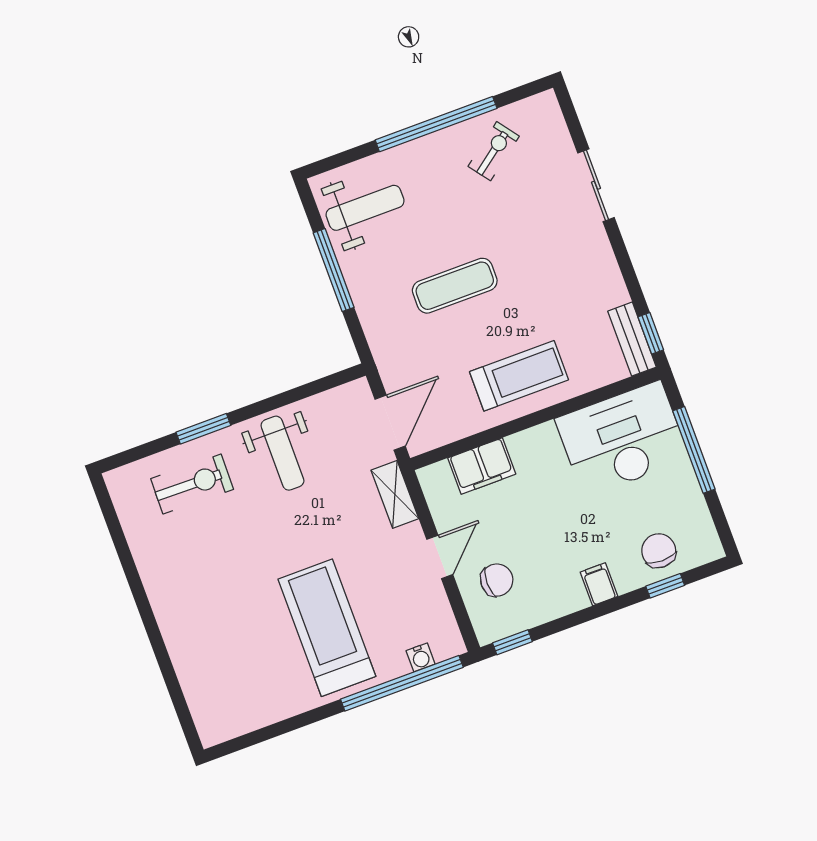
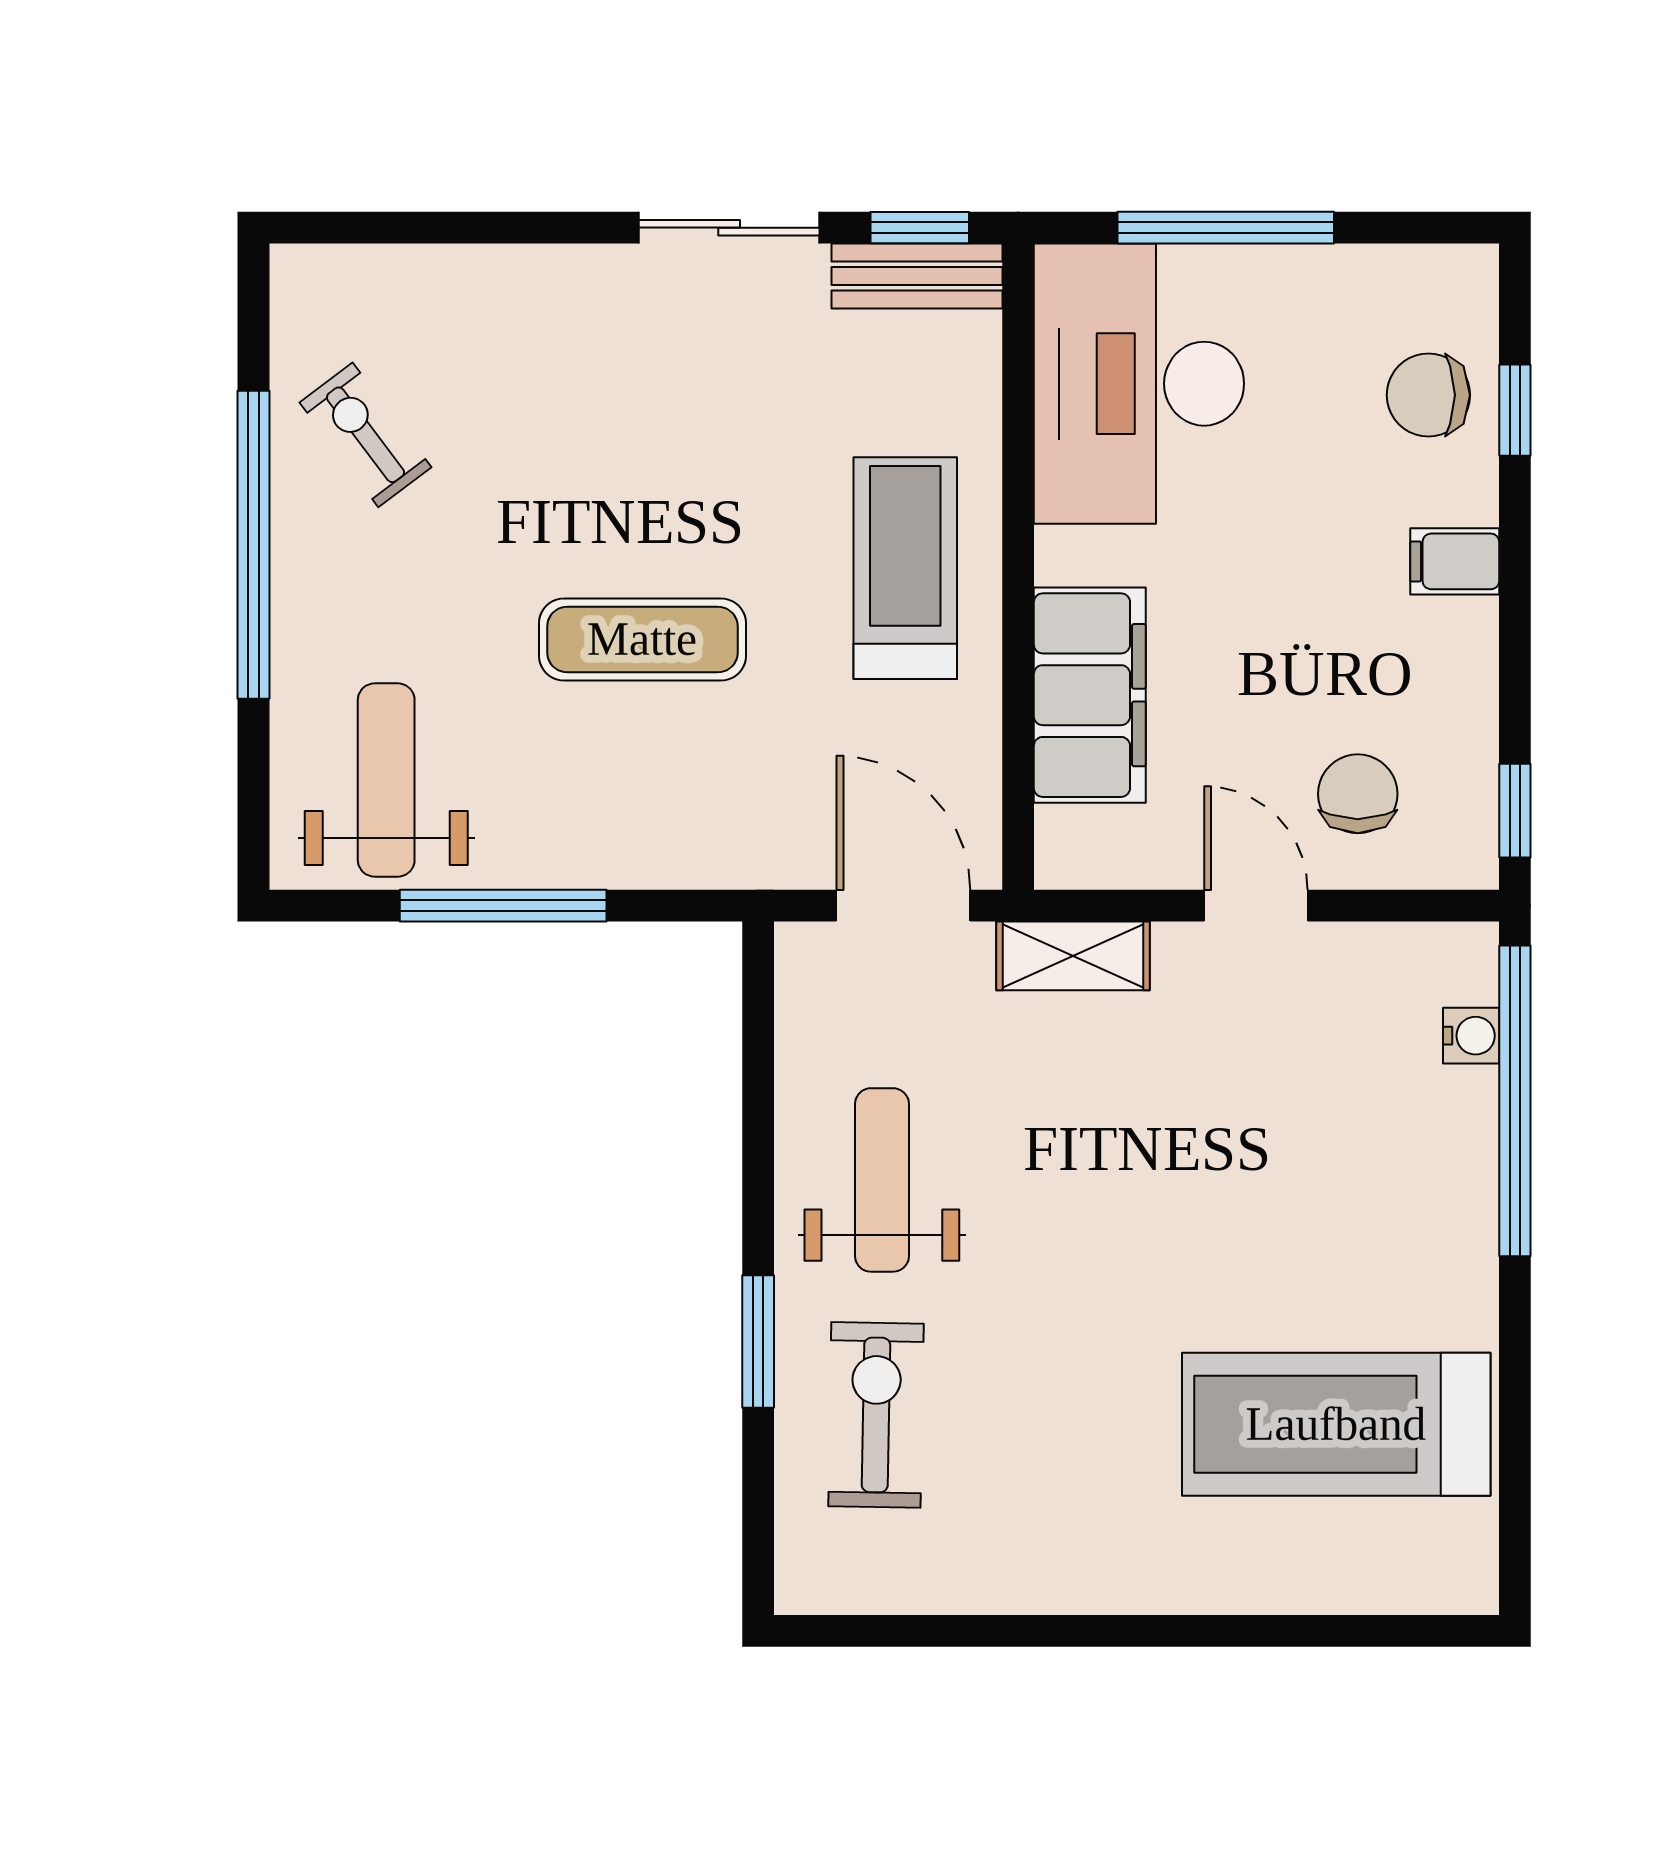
sliding door: (596, 185) -> (729, 228), moved
exercise mat: (455, 286) -> (642, 639), turned 90
weight bench: (282, 453) -> (882, 1180), turned -90
filing cabinet: (482, 466) -> (1090, 695), width x1.50, depth x1.17
treadmill: (327, 628) -> (1336, 1424), moved

